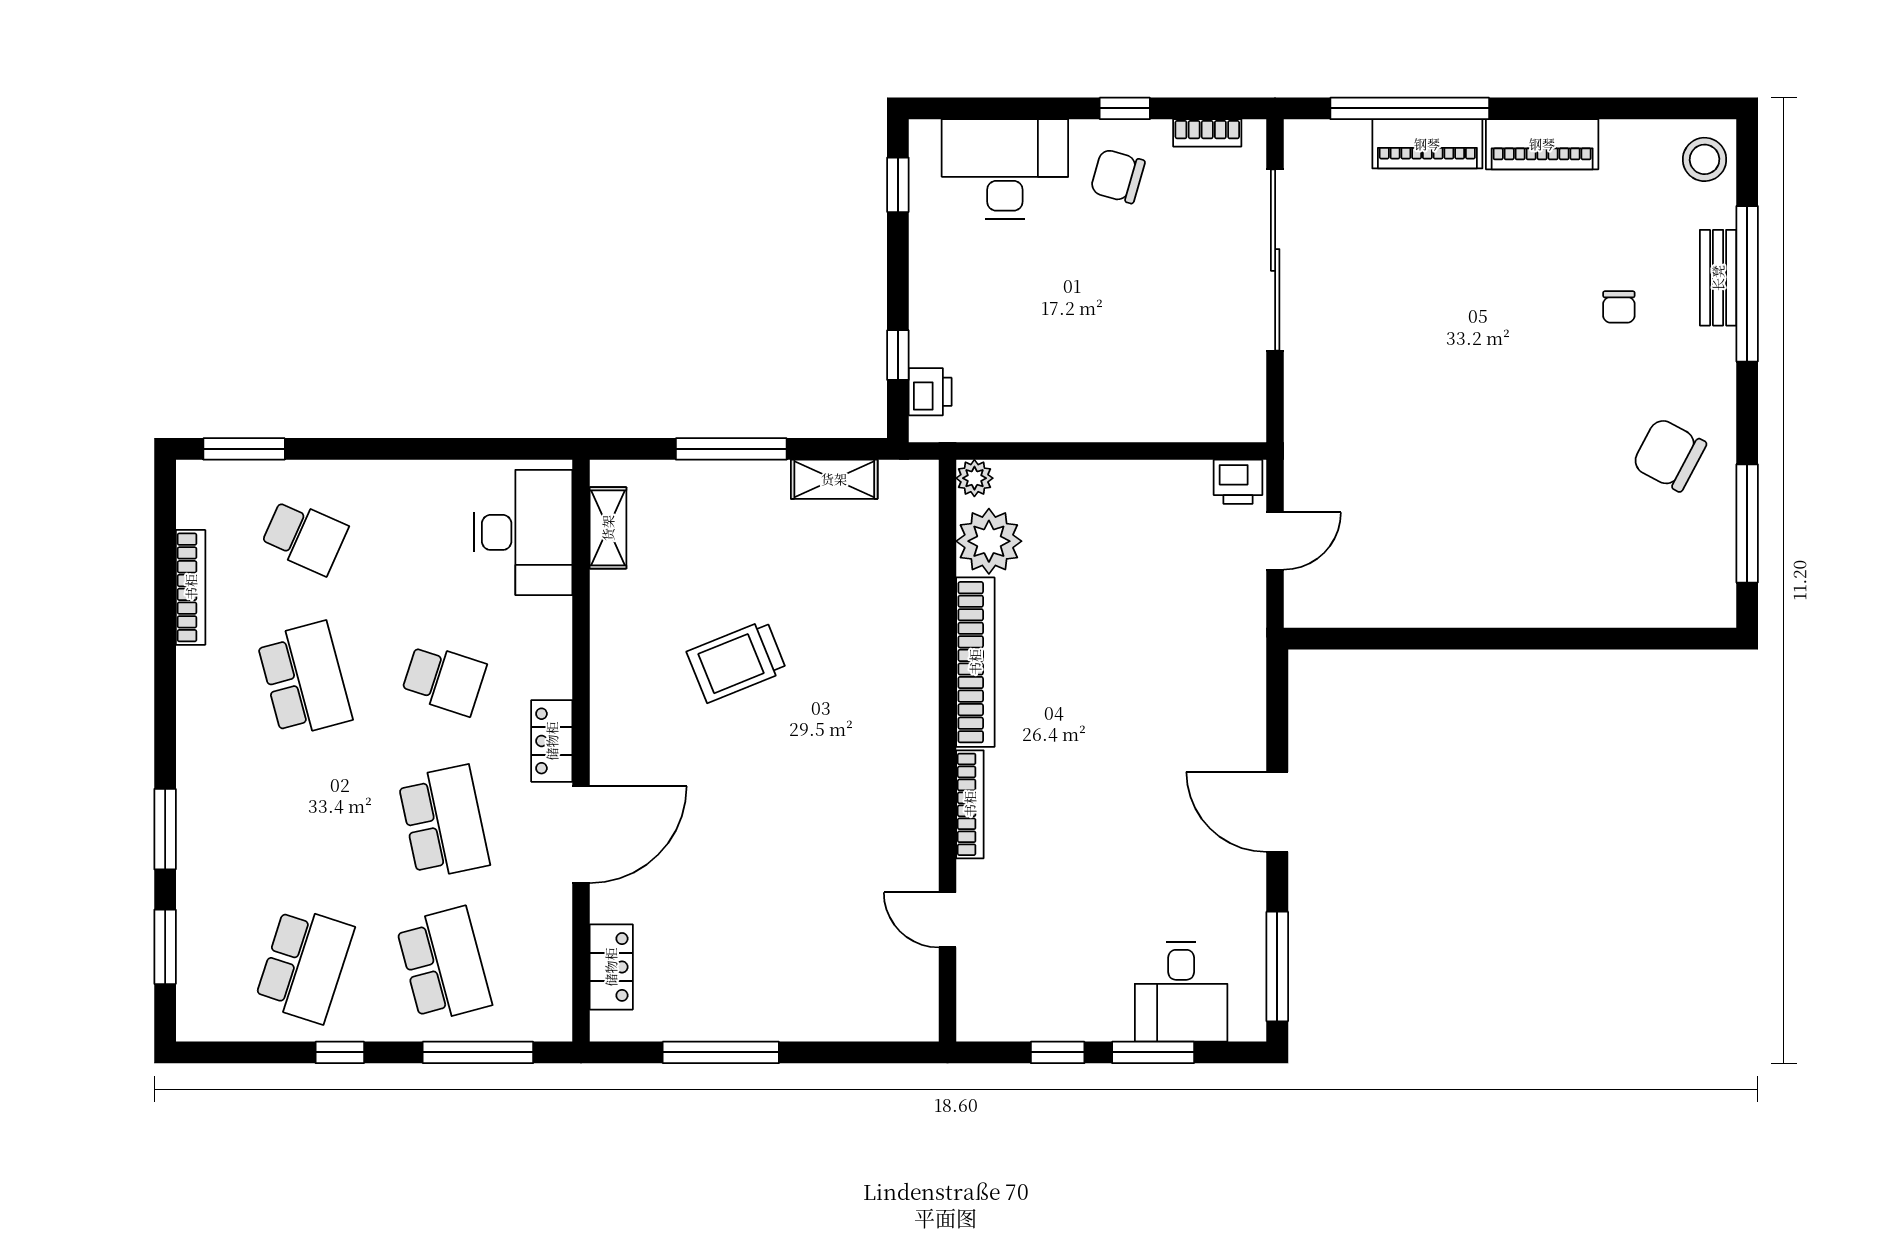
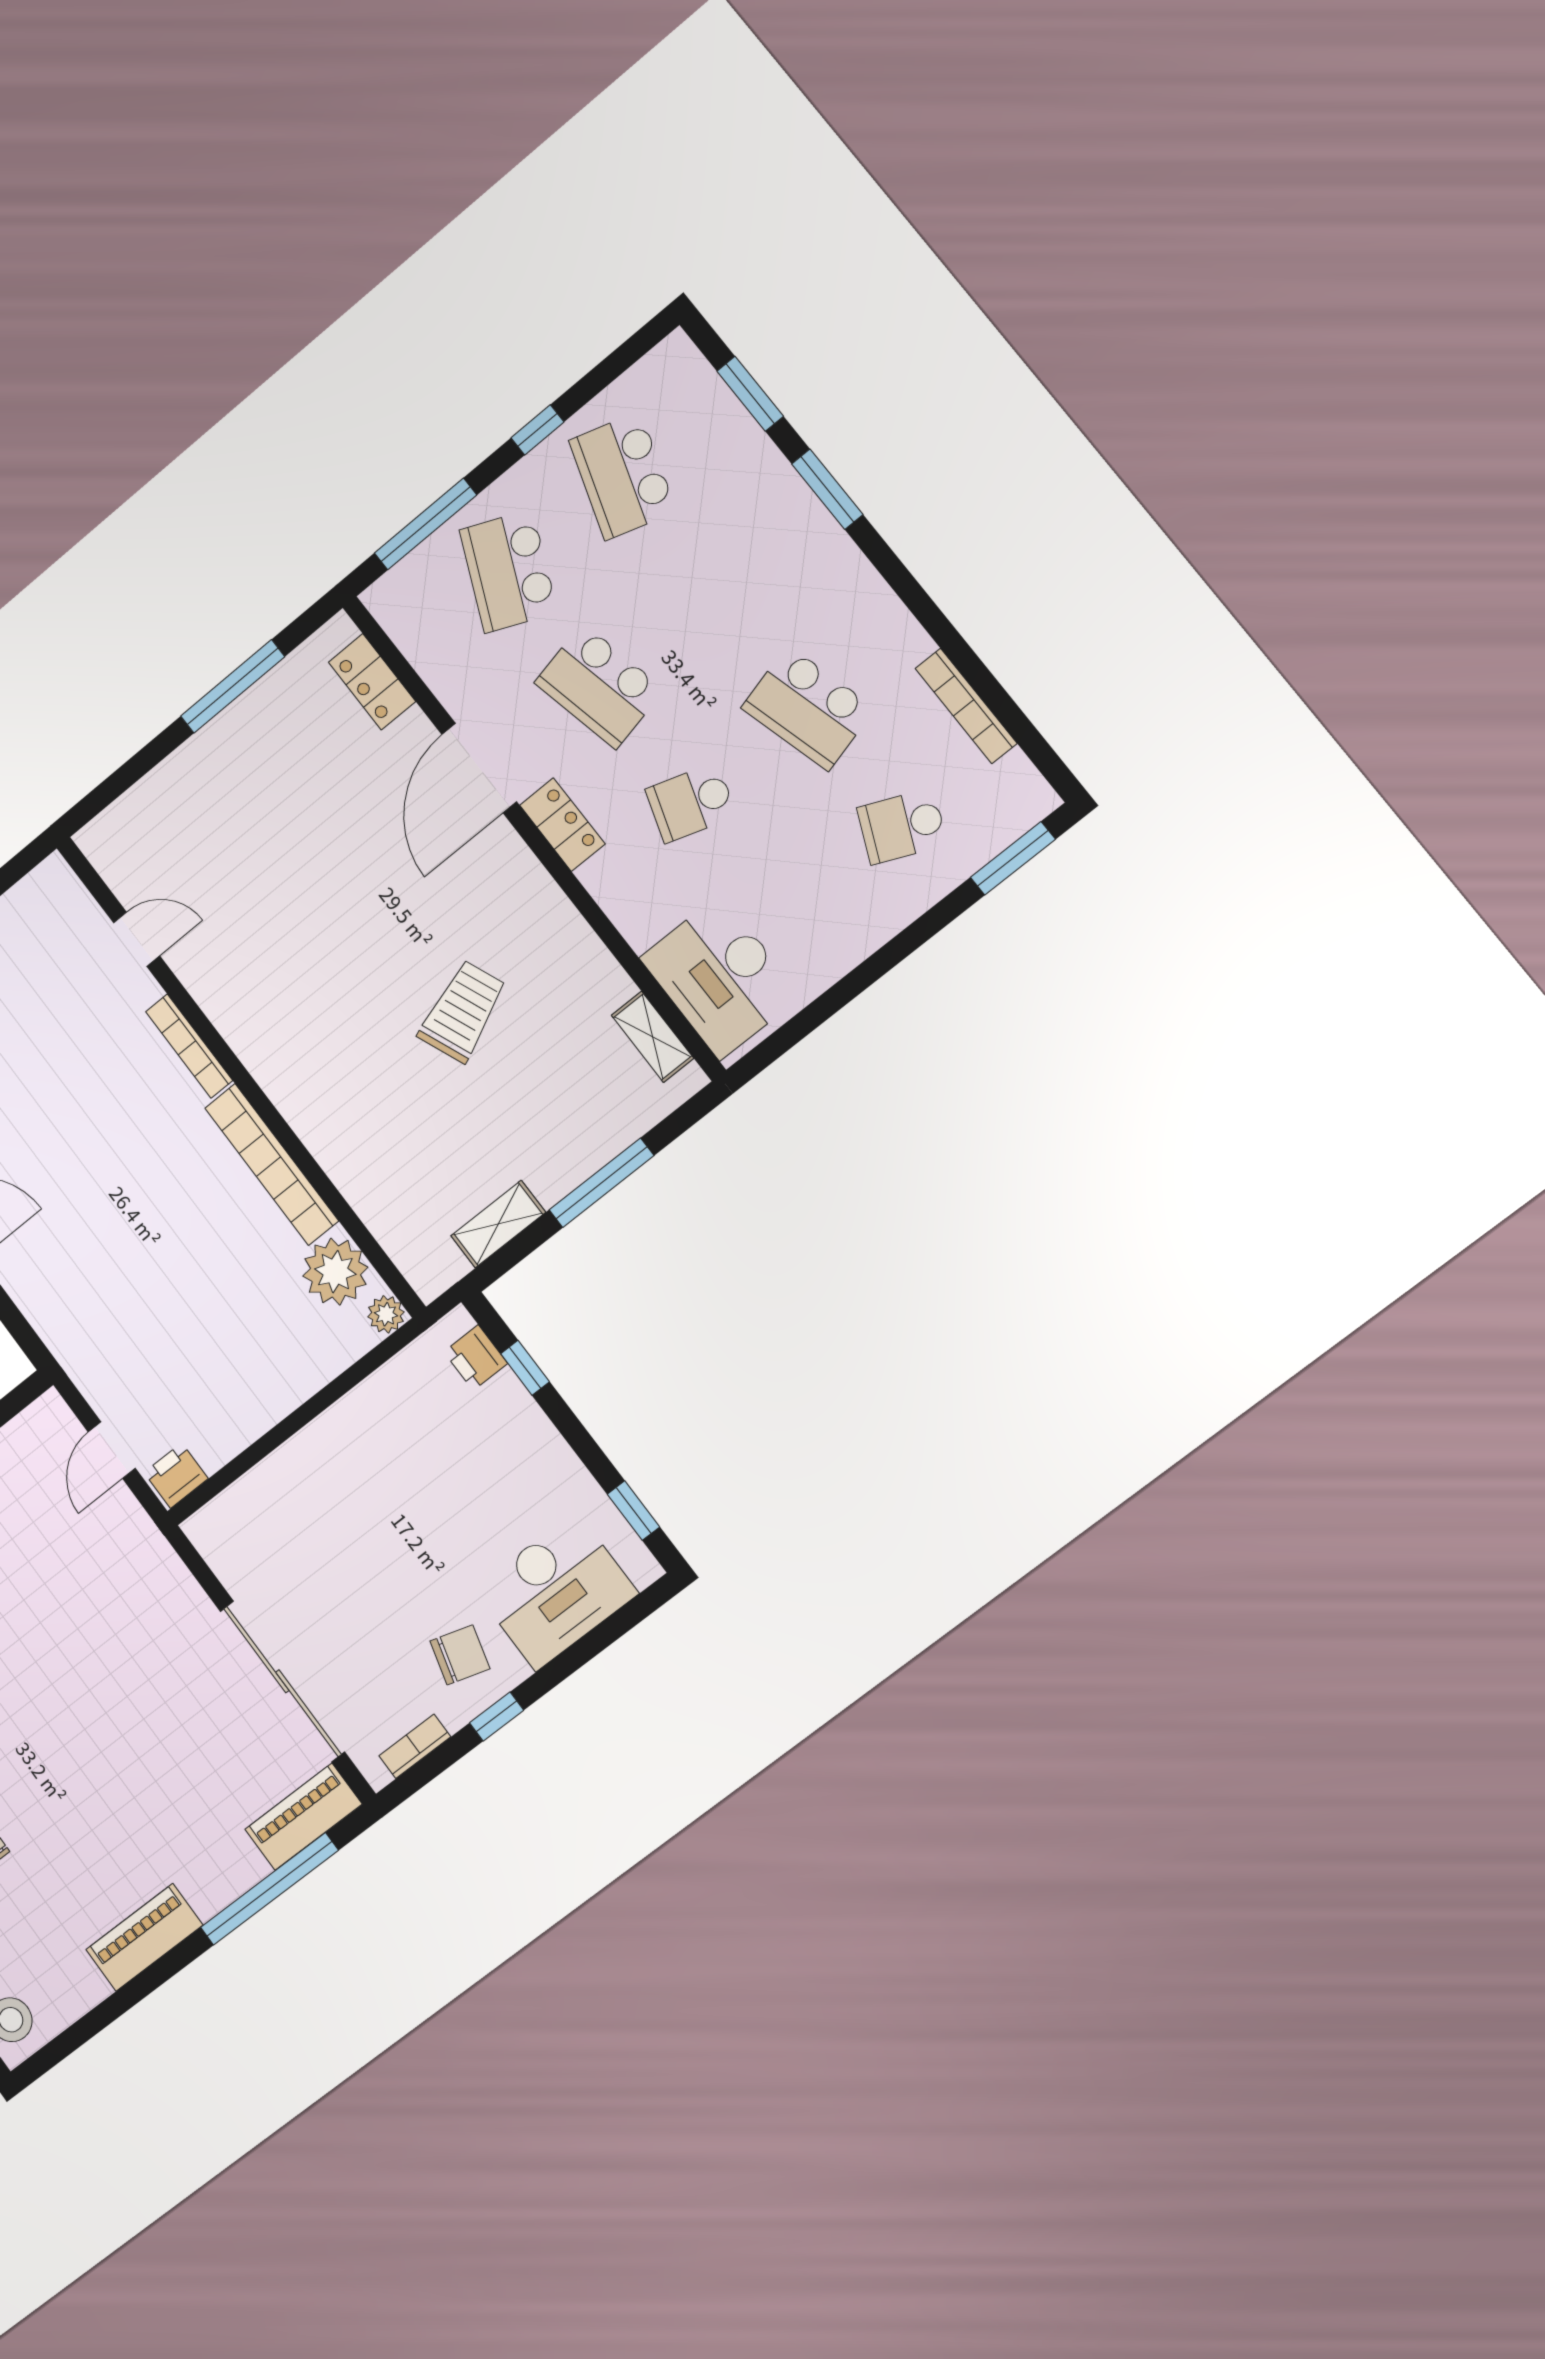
piano: (1427, 144) -> (303, 1817), moved
school desk: (444, 965) -> (508, 571), turned 39

